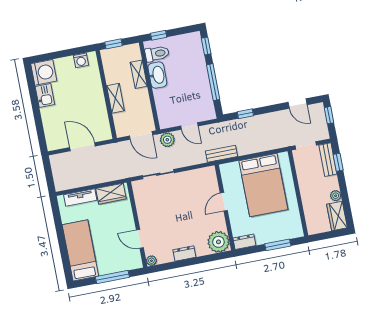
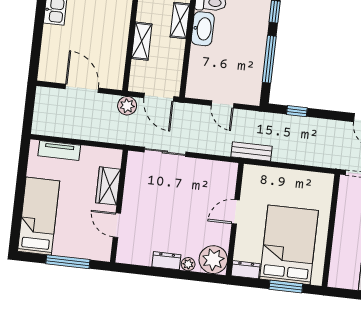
plant: (167, 140) -> (127, 106), moved
bed: (263, 185) -> (289, 245), moved, turned 180
wardrobe: (111, 194) -> (108, 186), moved, turned 90
plant: (151, 261) -> (188, 264), moved

